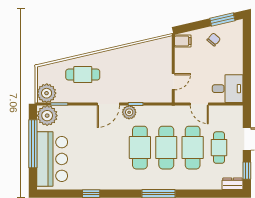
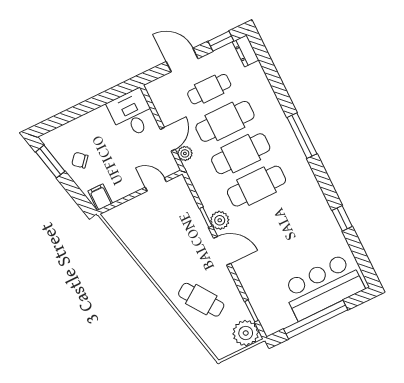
cafe table: (83, 75) -> (201, 300), turned -35
plant: (47, 116) -> (185, 153), moved, width x0.53, depth x0.53

